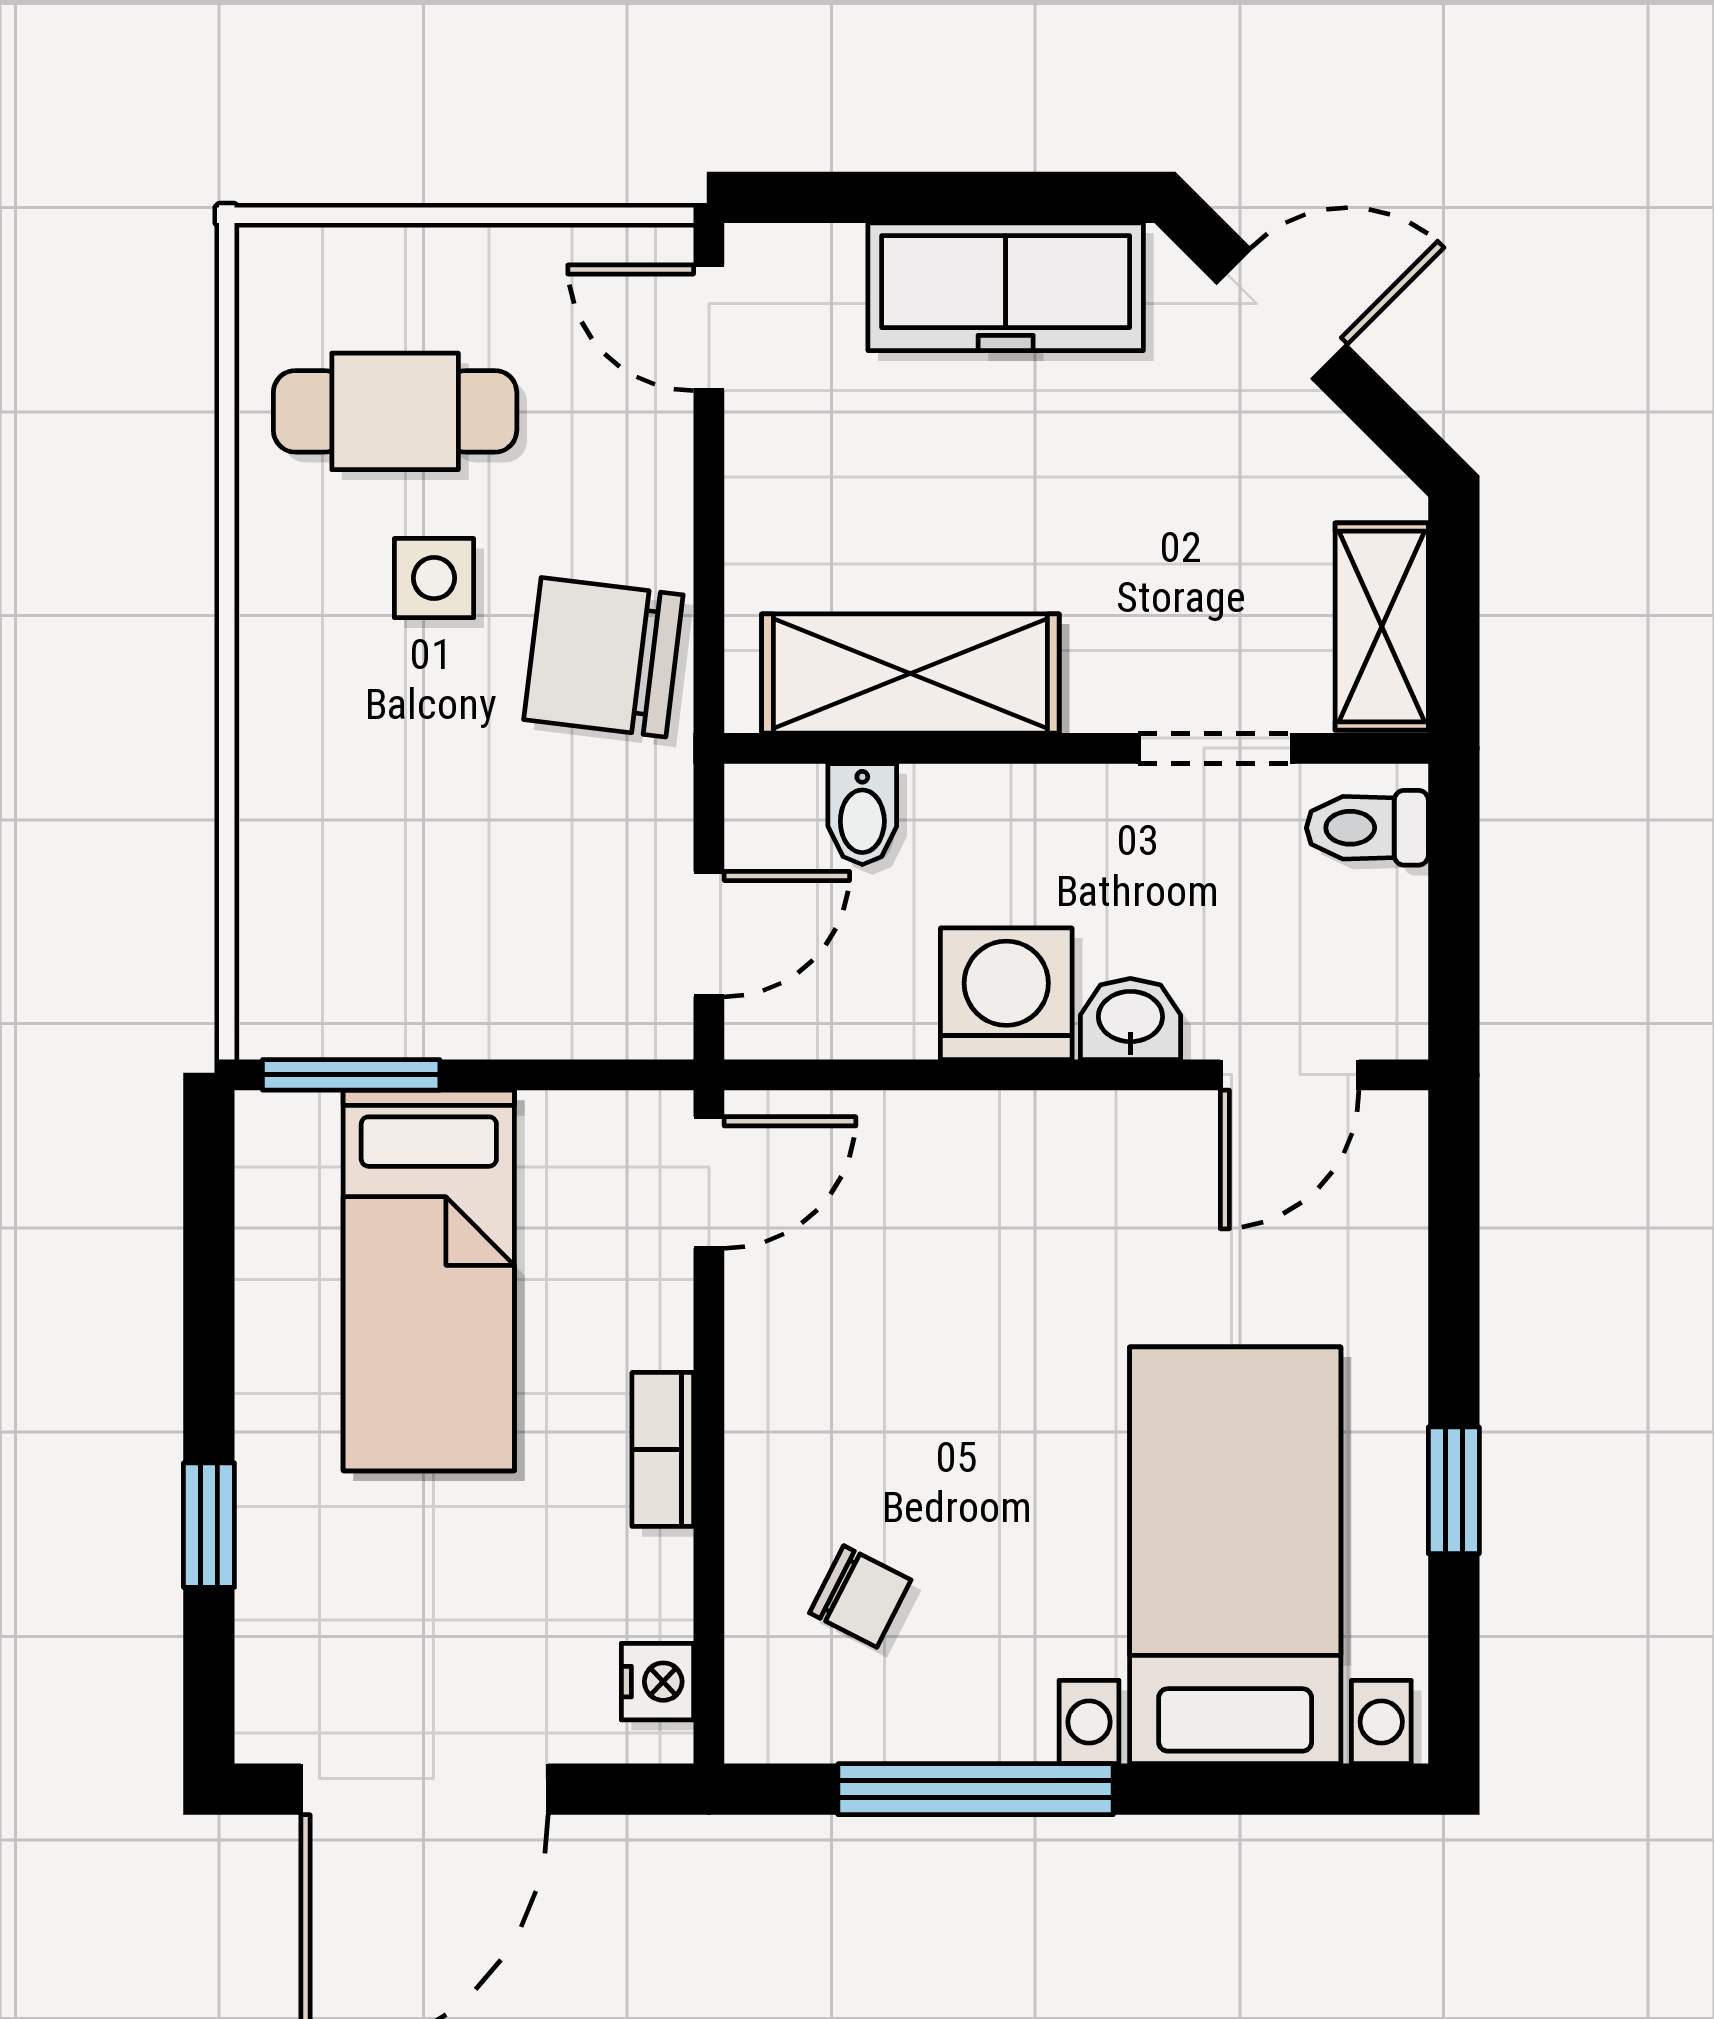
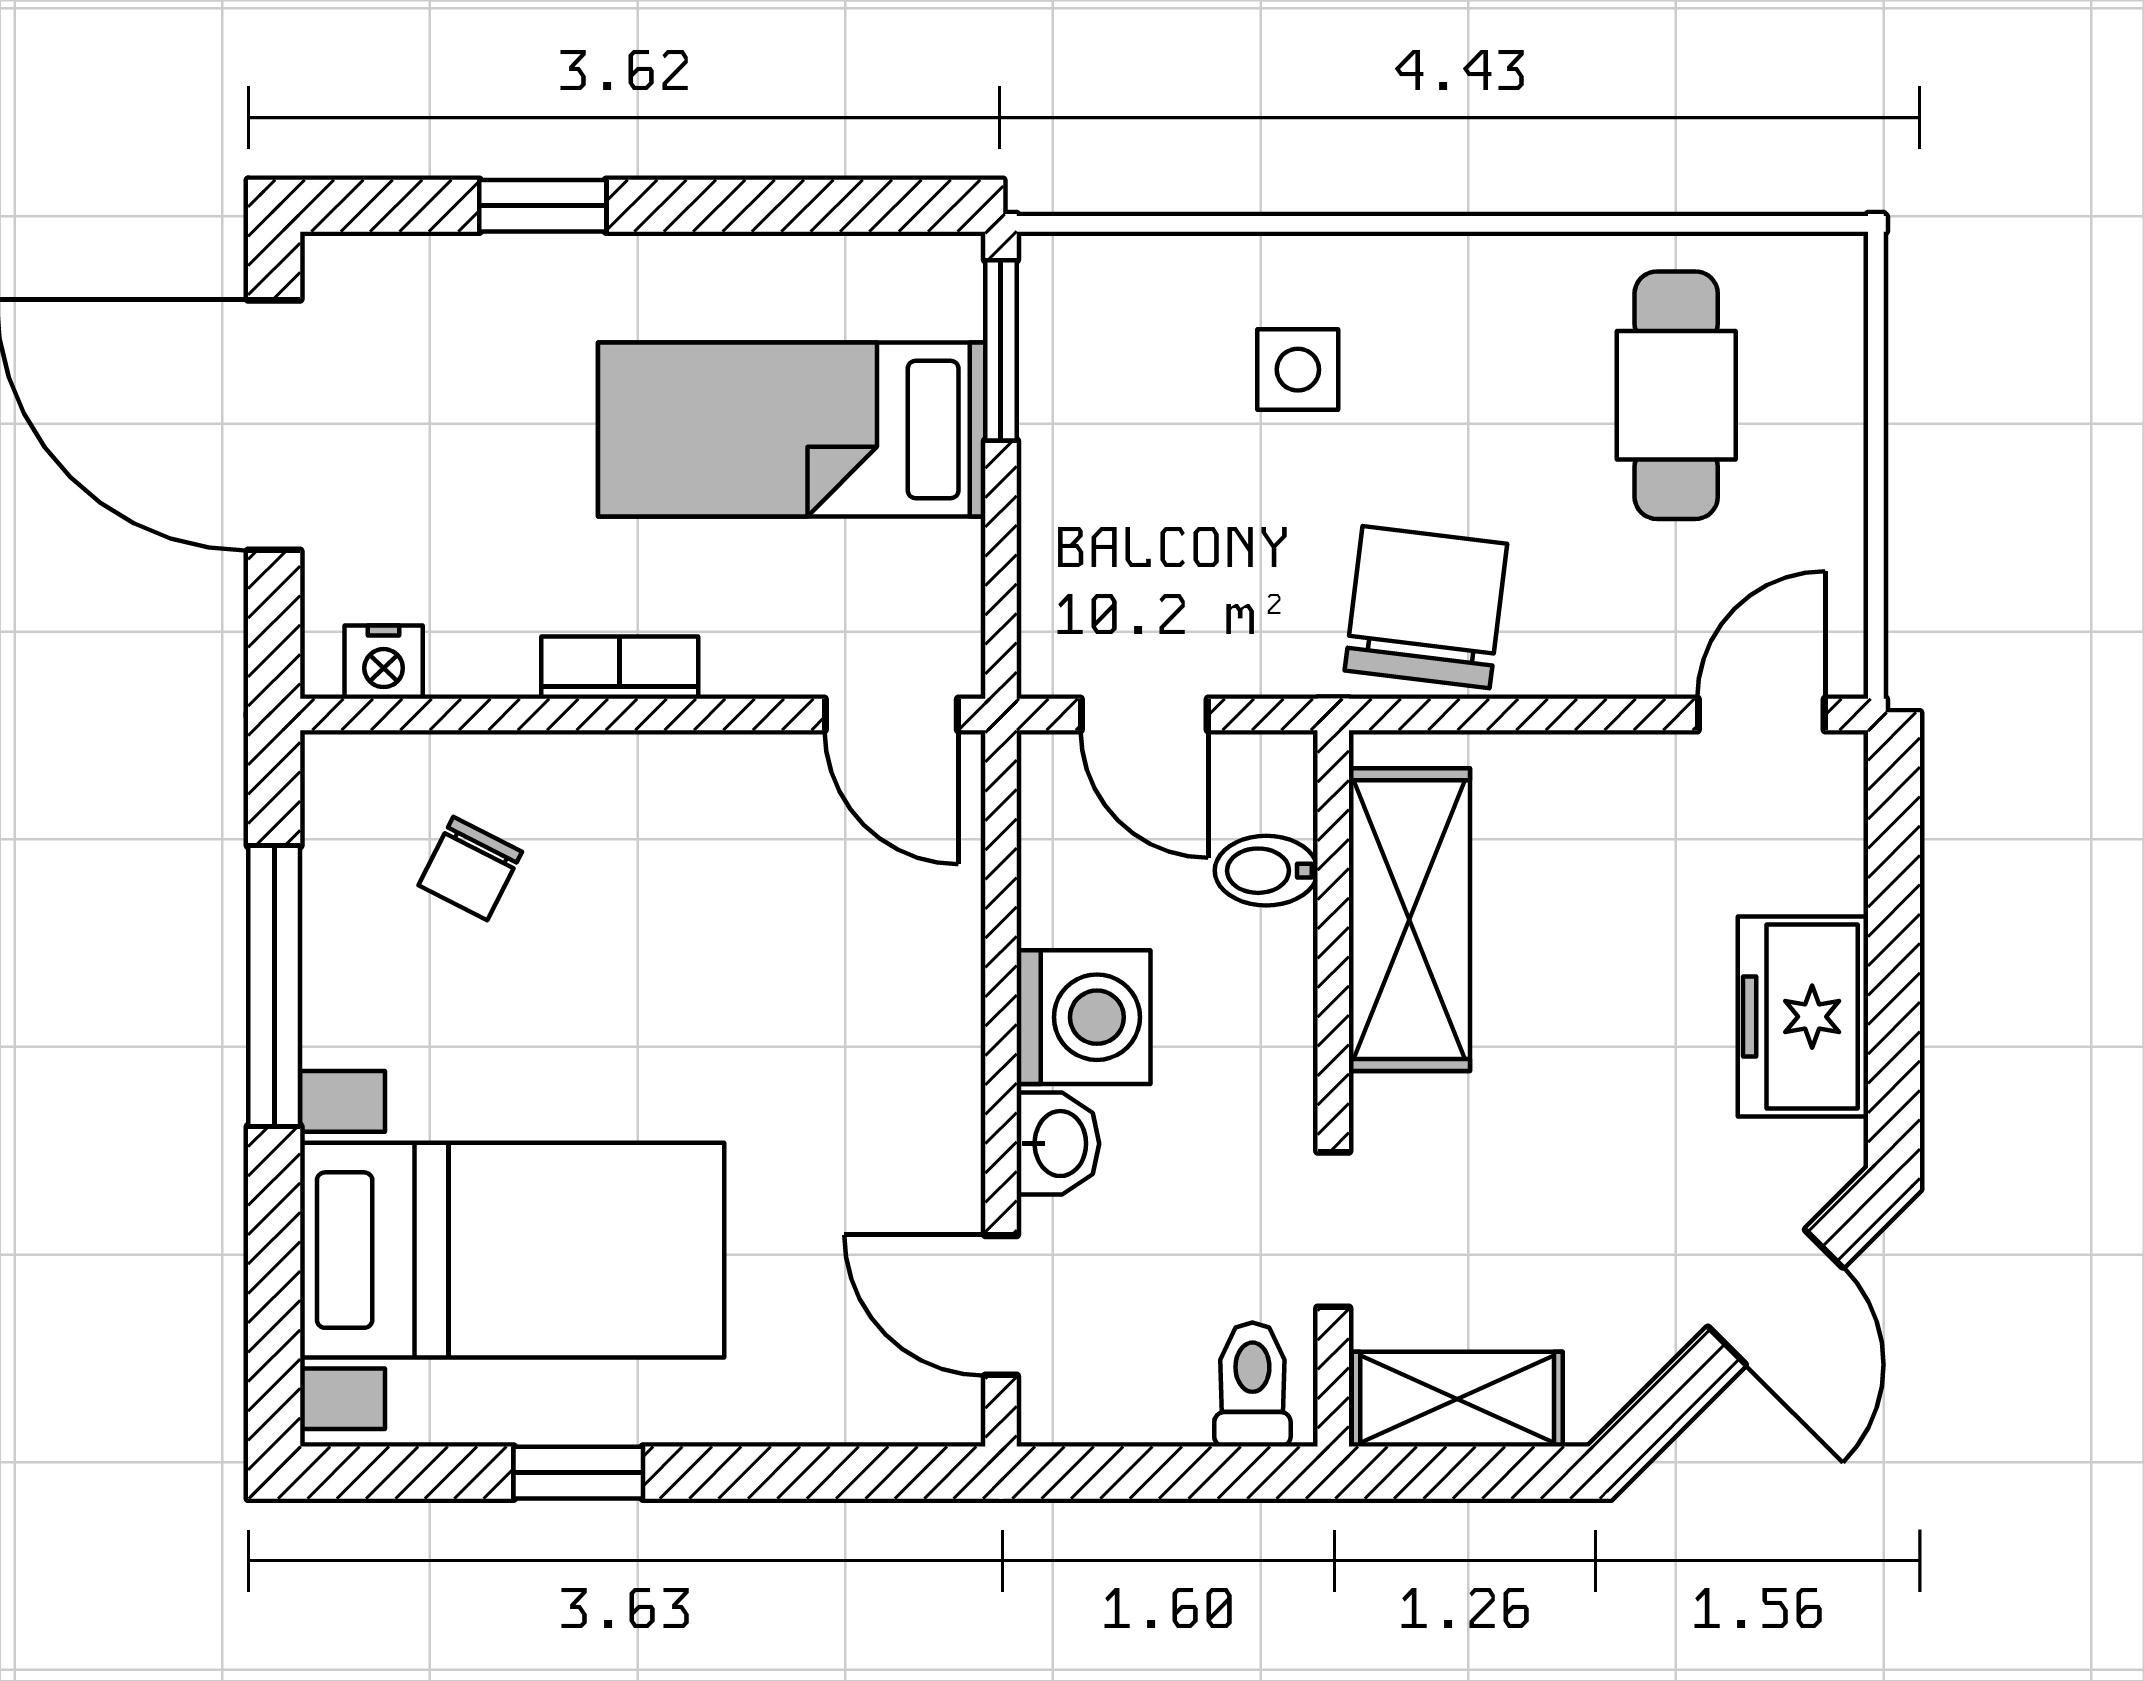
freezer: (1006, 287) -> (1803, 1017), width x0.71
side table: (434, 578) -> (1298, 370), moved

